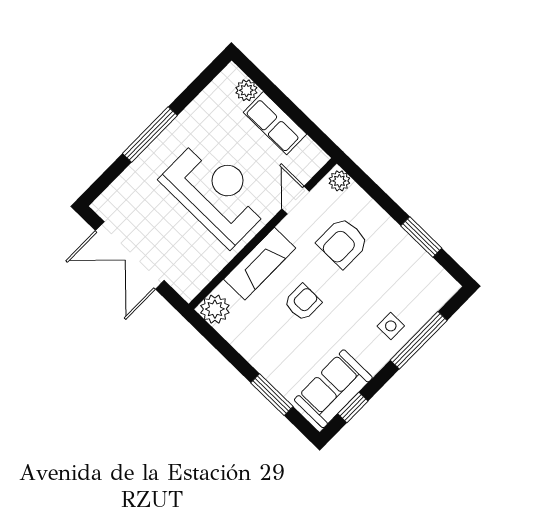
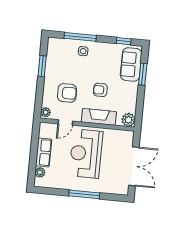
sofa: (333, 389) -> (131, 64), moved, turned 90

